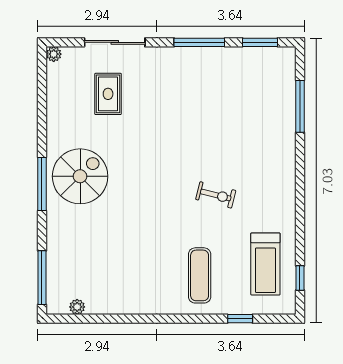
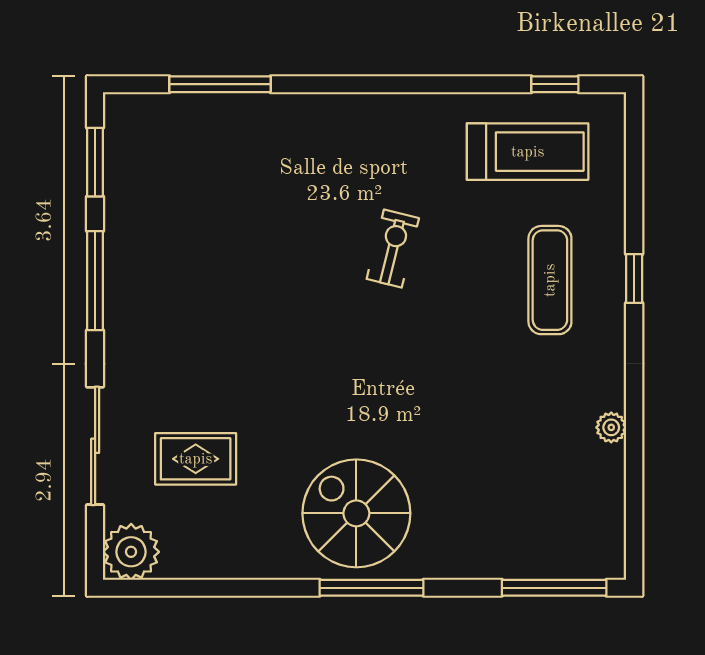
plant: (54, 54) -> (131, 552), width x1.88, depth x1.88
exercise mat: (200, 275) -> (550, 280), turned 90
plant: (77, 307) -> (611, 427), moved
window: (240, 319) -> (634, 278), moved

